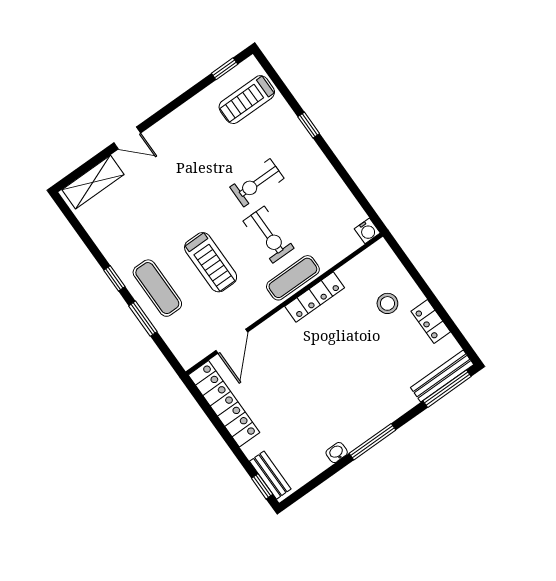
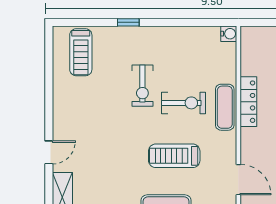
window: (225, 69) -> (49, 52), removed
treadmill: (211, 262) -> (174, 156), turned 180

